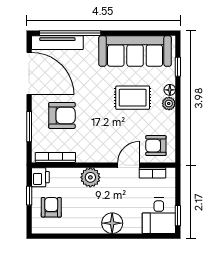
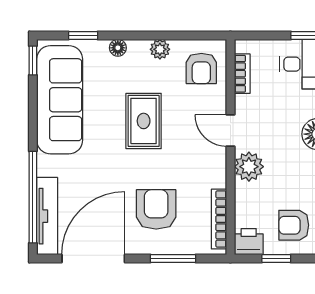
window: (161, 33) -> (33, 61), added
rug: (133, 98) -> (144, 121), moved
plant: (169, 103) -> (160, 49), moved
door: (128, 165) -> (230, 131), moved

